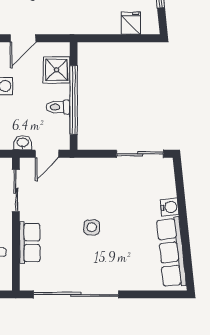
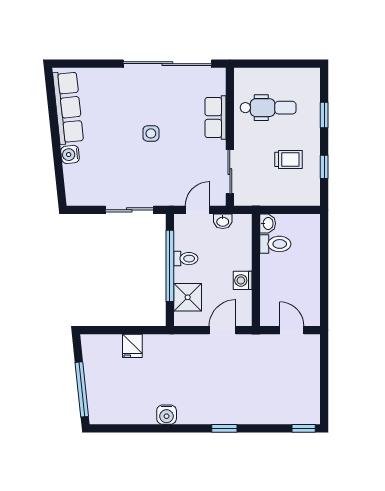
fridge: (131, 23) -> (132, 346), moved
sliding door: (140, 154) -> (129, 210), moved

